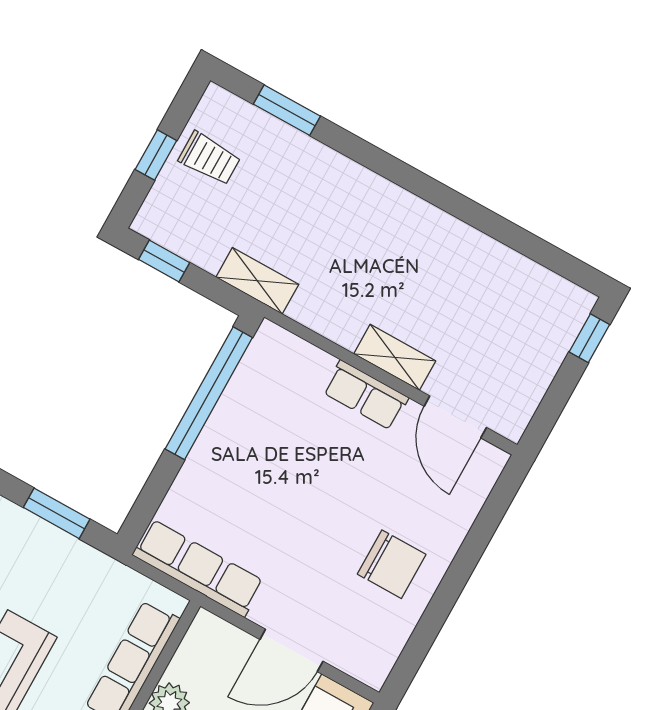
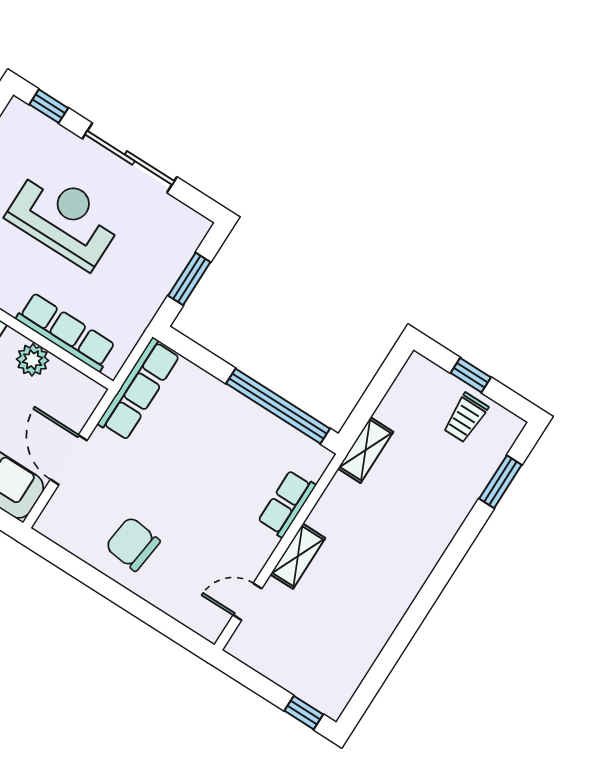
window: (164, 261) -> (386, 377), removed
row of seats: (366, 395) -> (287, 504), moved
door: (455, 417) -> (247, 602), width x0.73
chair: (392, 564) -> (133, 544), turned 97

